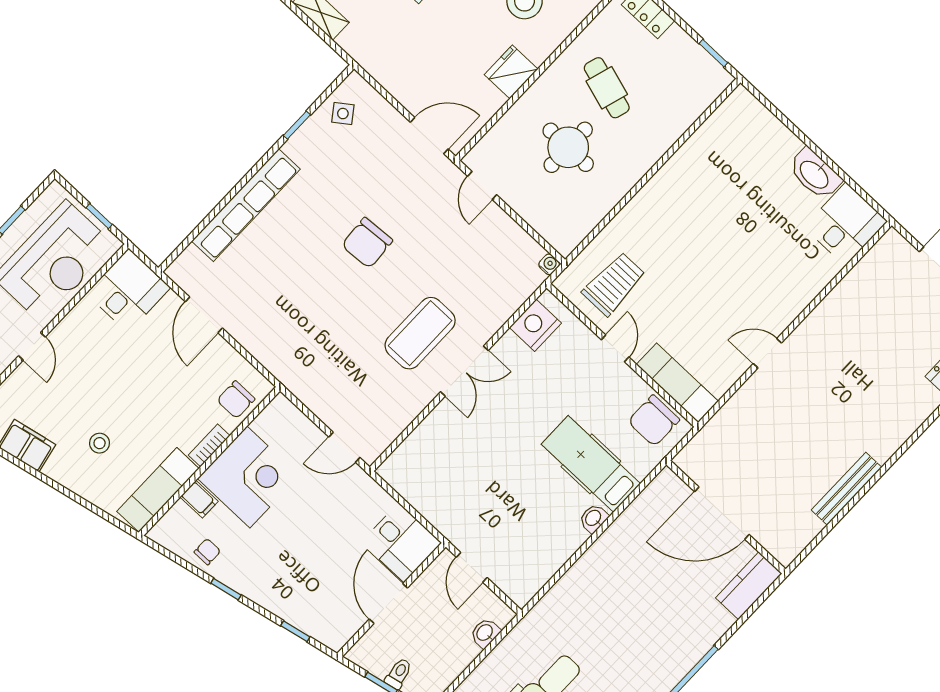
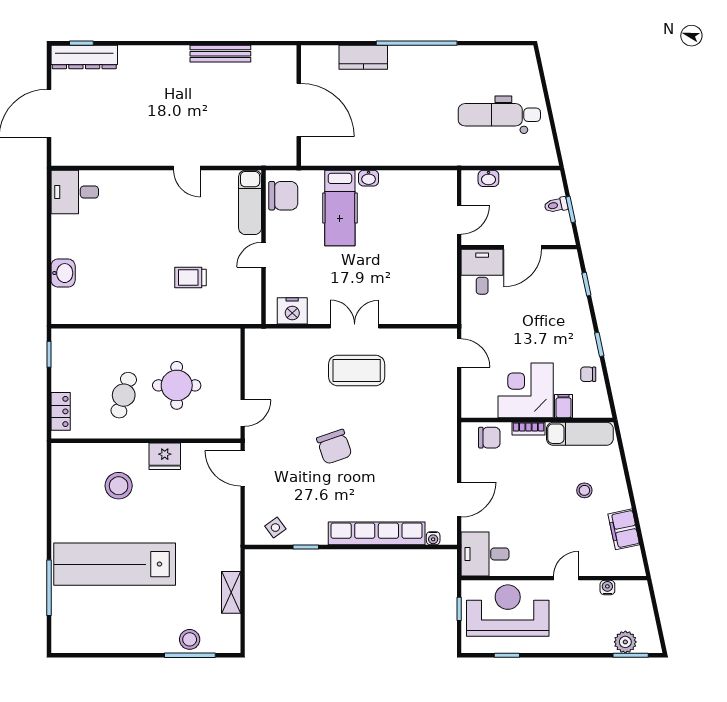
washbasin: (815, 174) -> (63, 273), moved, width x0.72
chair: (367, 243) -> (334, 447), turned 75
water cooler: (549, 264) -> (433, 538), moved, turned -90
trolley: (614, 284) -> (190, 278), moved, width x0.73, depth x0.72
kitchen counter: (749, 586) -> (363, 57), moved

